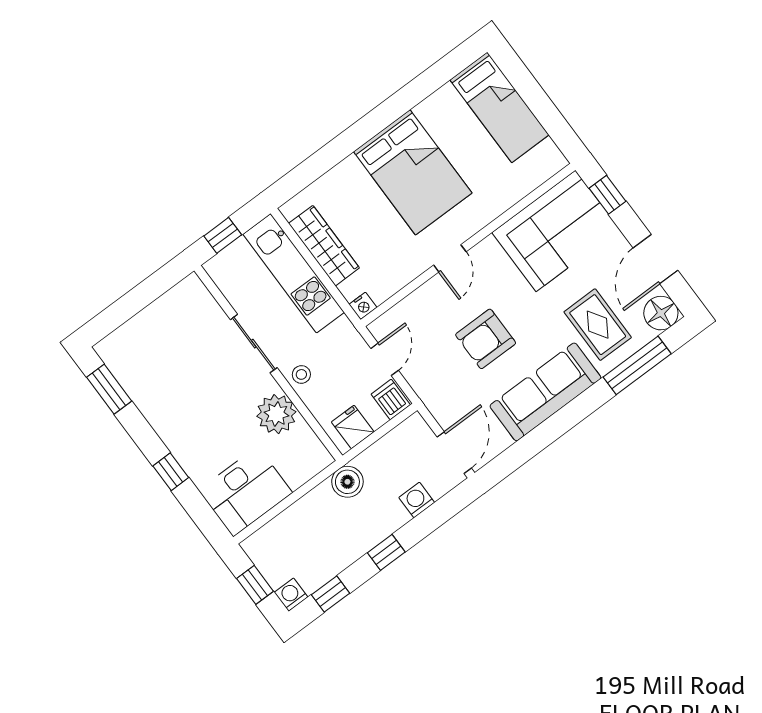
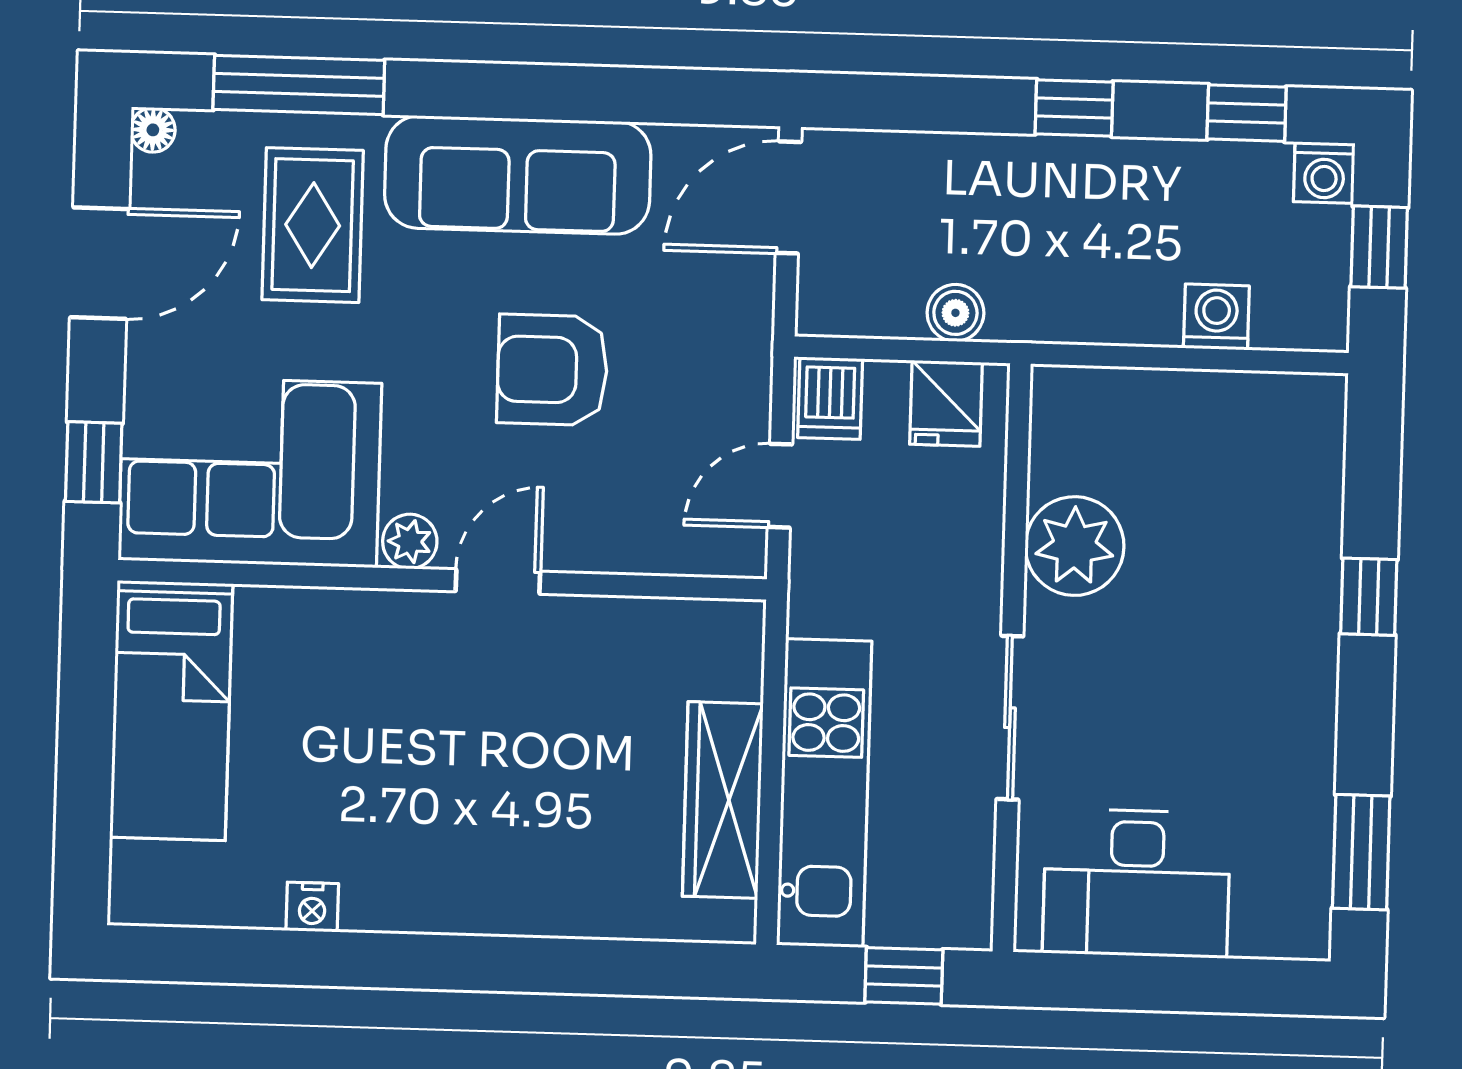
bed: (500, 107) -> (171, 710), moved, turned 180
bed: (413, 172) -> (437, 806), removed
plant: (488, 249) -> (410, 541), added
nightstand: (363, 306) -> (312, 907), moved, turned 180
floor lamp: (661, 313) -> (153, 130), width x0.53, depth x0.53
armchair: (486, 339) -> (552, 370), turned 180
stool: (301, 374) -> (965, 584), removed
boiler: (347, 482) -> (955, 313), moved, width x0.73, depth x0.73
desk: (245, 492) -> (1137, 883), moved, turned 180
washing machine: (417, 500) -> (1216, 317), moved, turned 180

